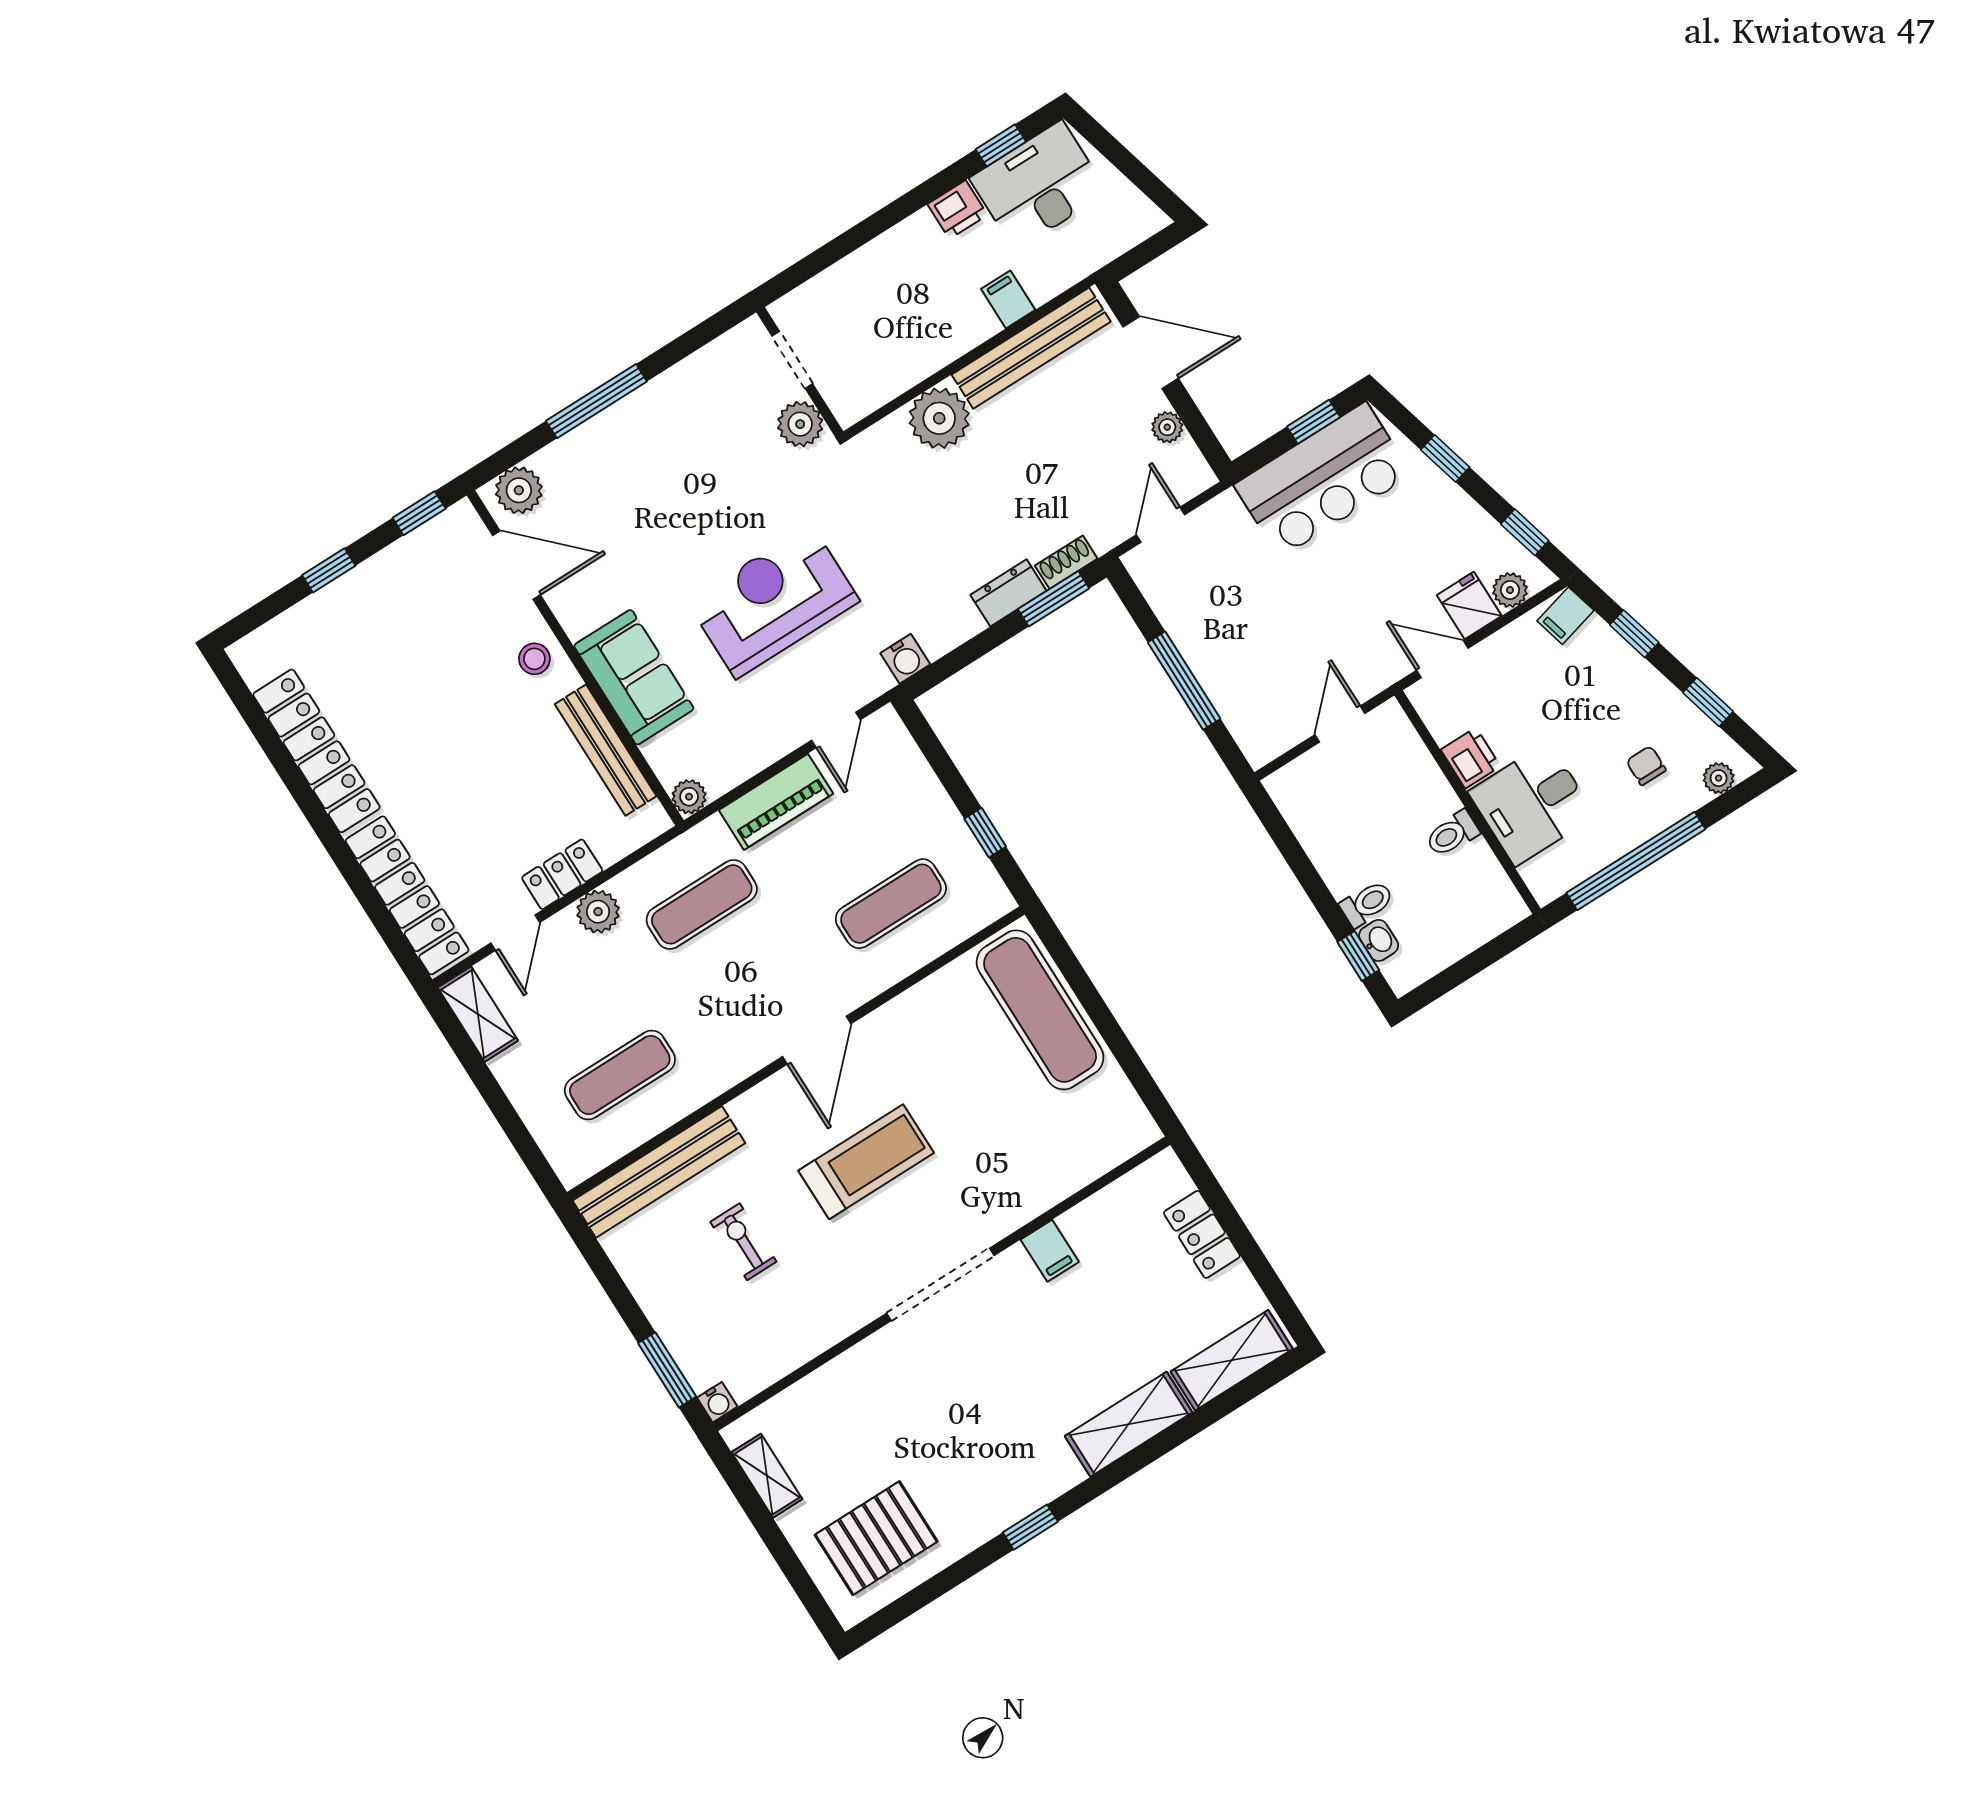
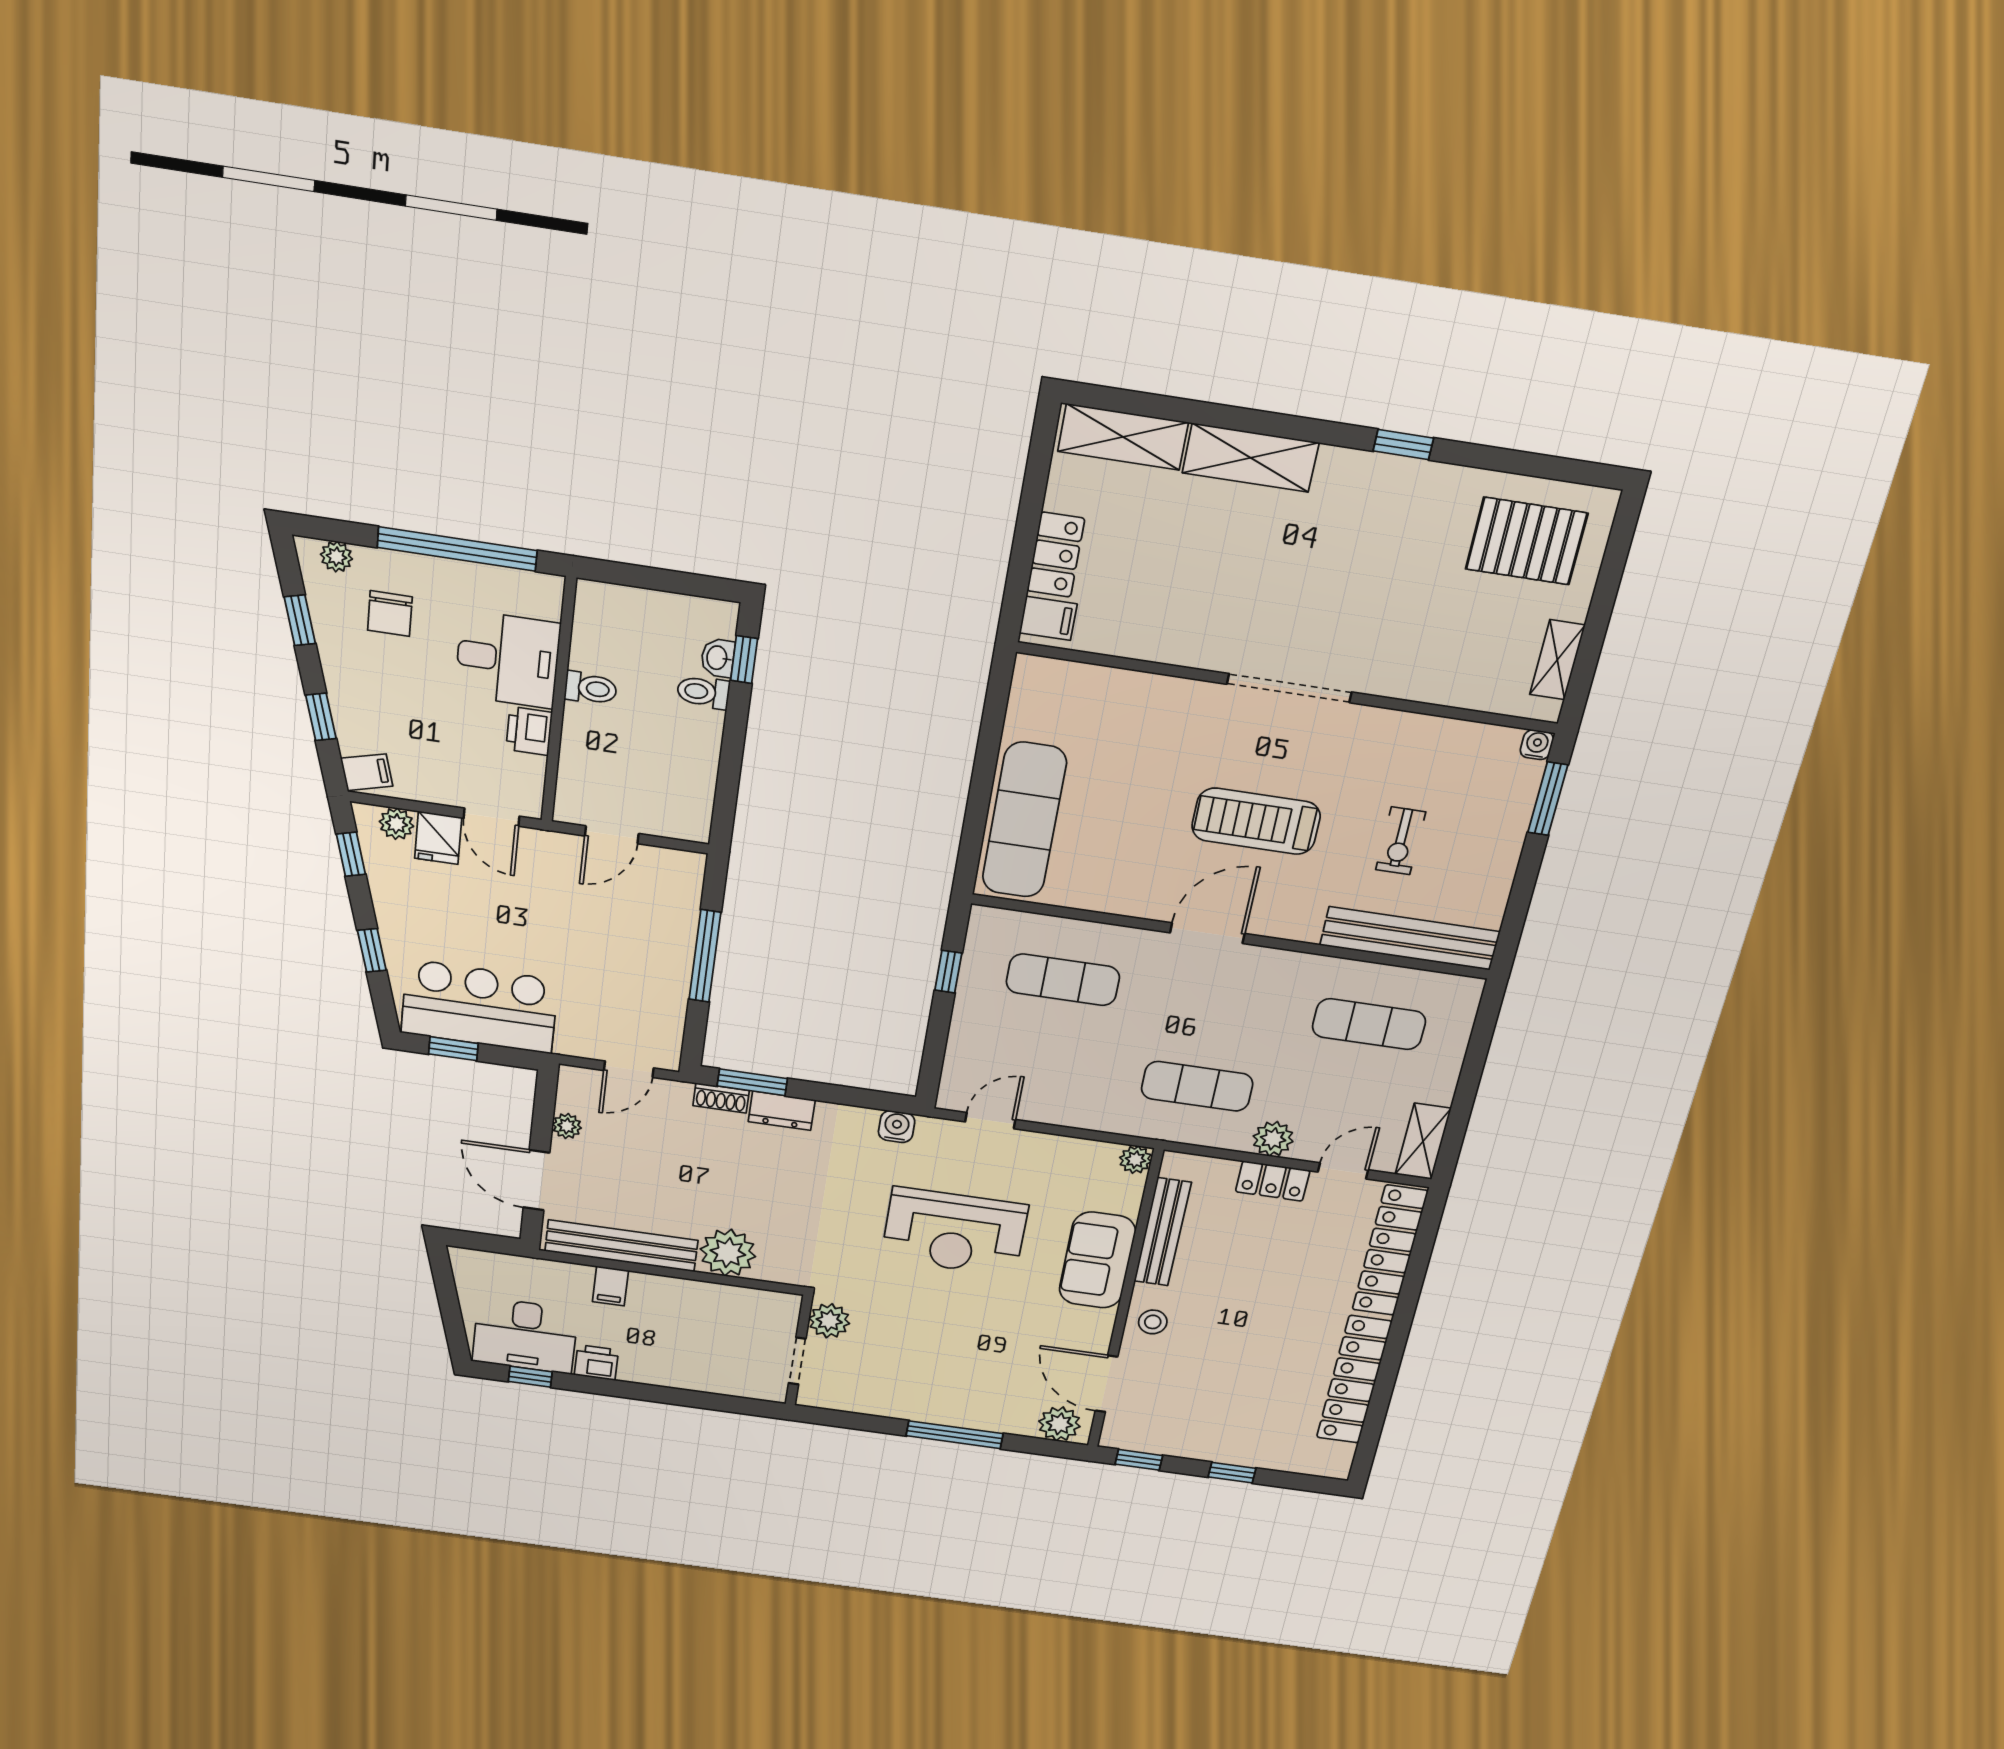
chair: (1646, 766) -> (390, 614), width x1.37, depth x1.37
piano: (776, 802) -> (1078, 1109), removed
filing cabinet: (1050, 1251) -> (1048, 618), moved, turned 90

